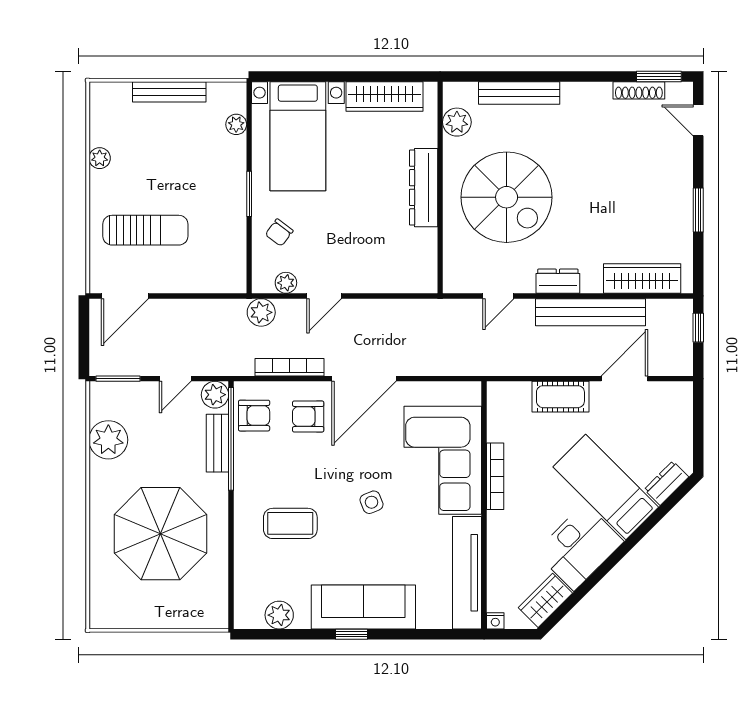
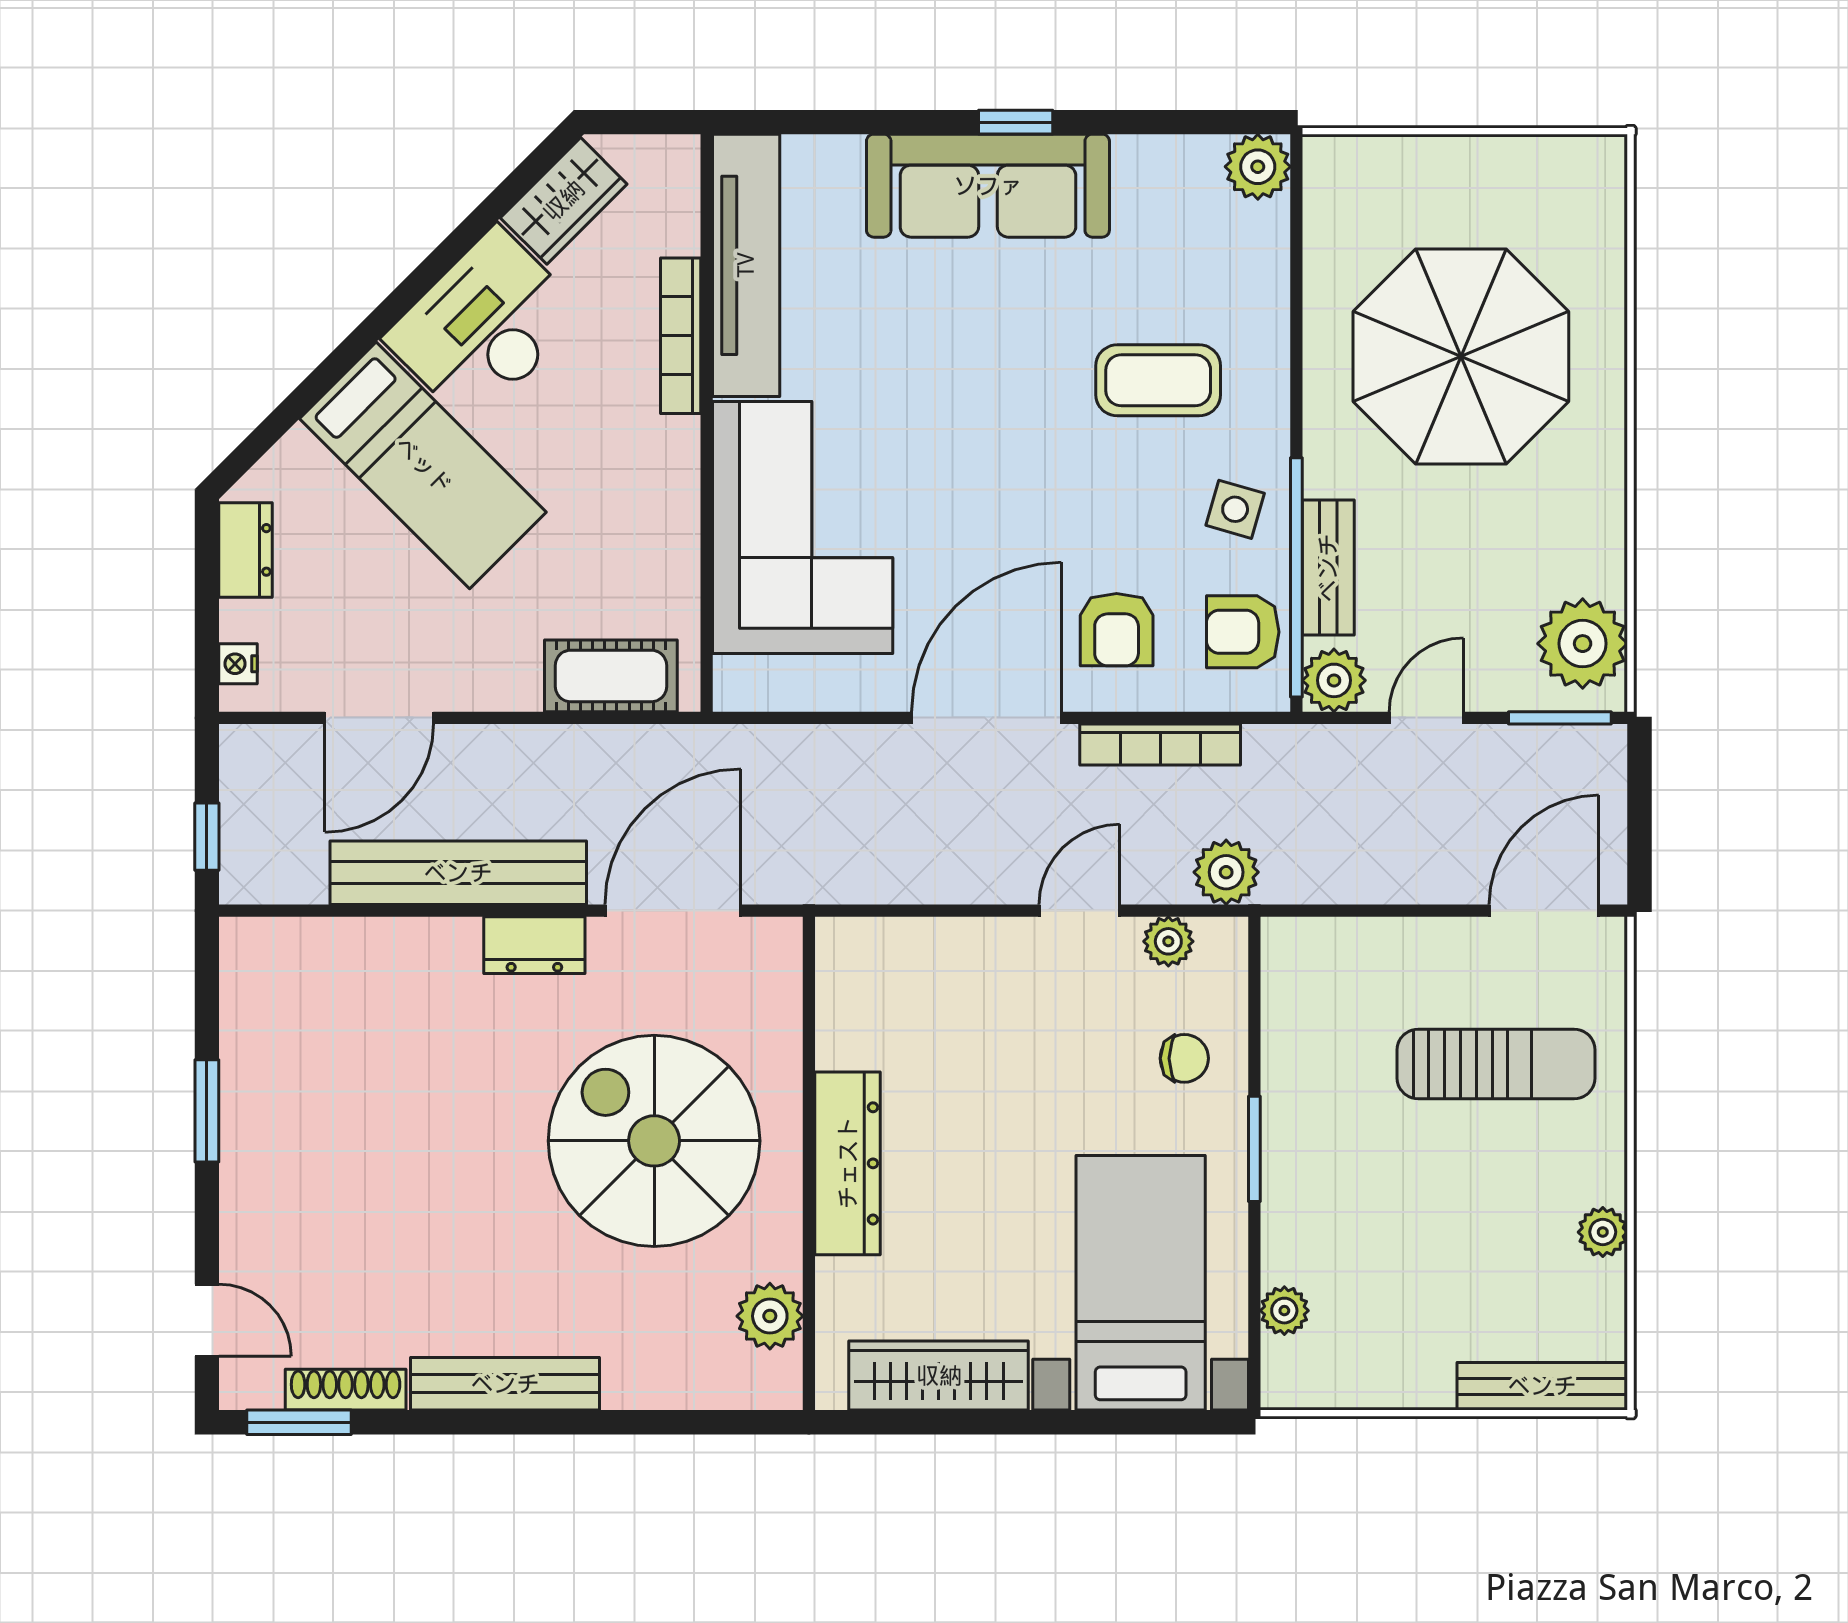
bench: (169, 92) -> (1542, 1386), moved
bench: (519, 93) -> (505, 1384), moved
sun lounger: (145, 230) -> (1496, 1064), turned 180
chair: (279, 233) -> (1184, 1058), turned 53
wardrobe: (642, 279) -> (338, 951), removed
door: (498, 296) -> (673, 911), width x1.88
cot: (560, 397) -> (611, 676), moved
armchair: (308, 417) -> (1117, 630), turned 90
plant: (108, 440) -> (1583, 644), moved
bookcase: (495, 476) -> (681, 336), moved
dresser: (666, 483) -> (246, 550), moved, turned -45
side table: (372, 502) -> (1235, 509), moved, turned 38
plant: (279, 615) -> (1258, 167), moved
nightstand: (495, 621) -> (238, 664), moved, turned -90

